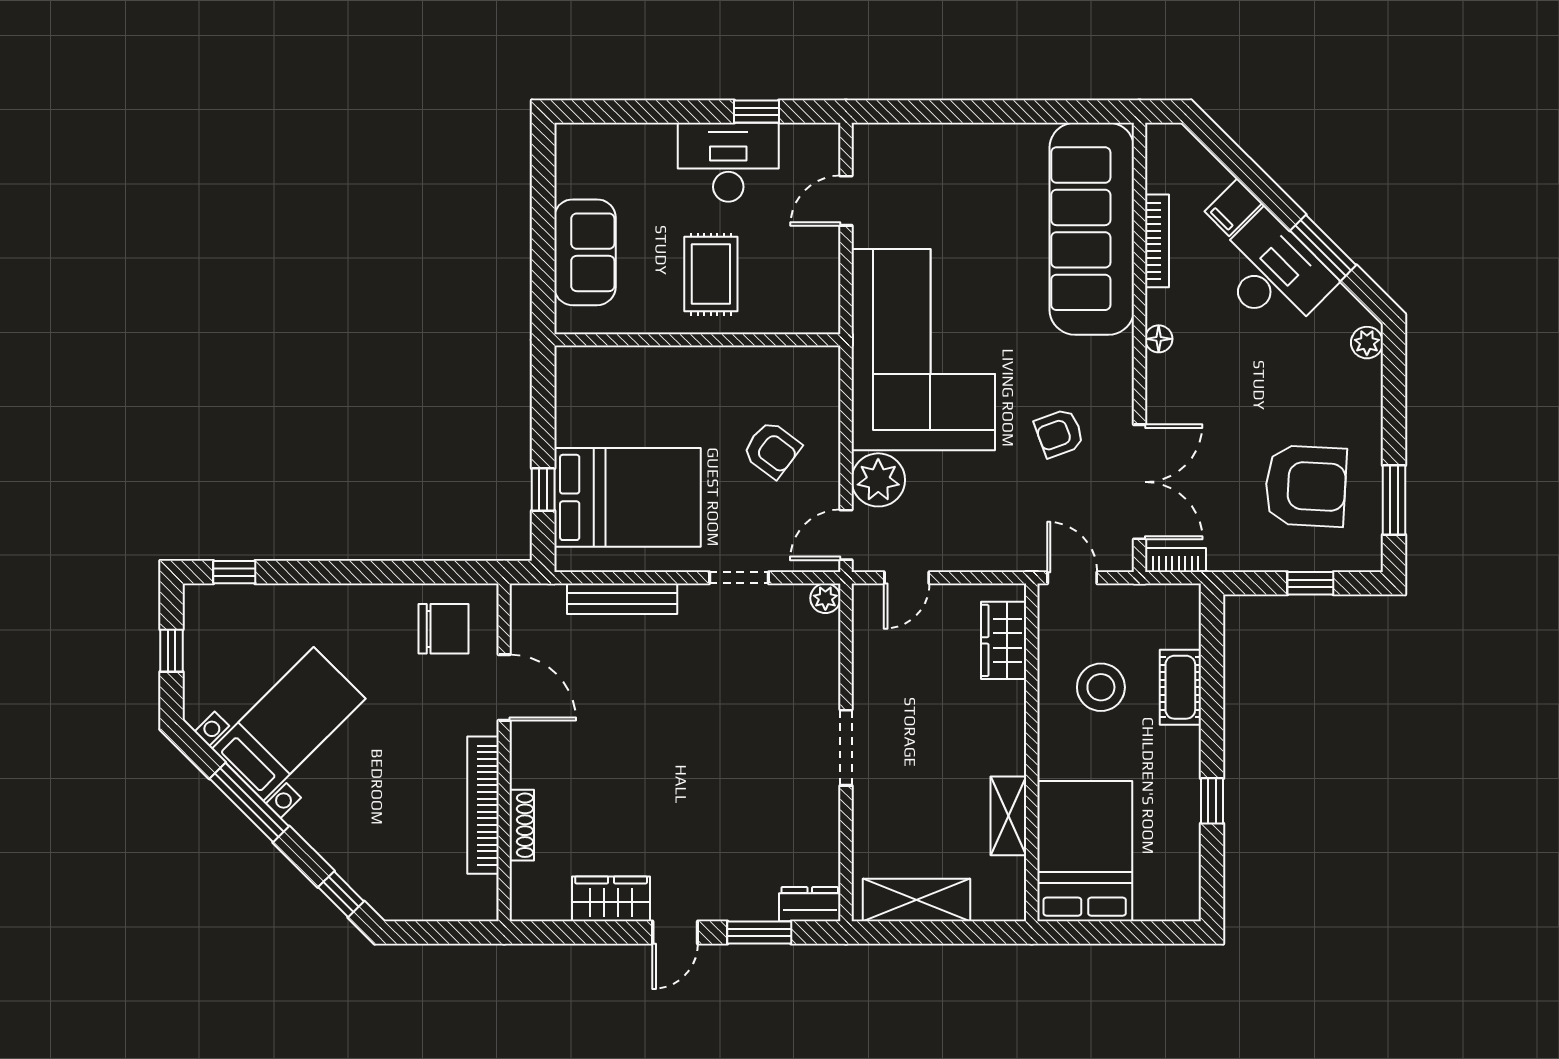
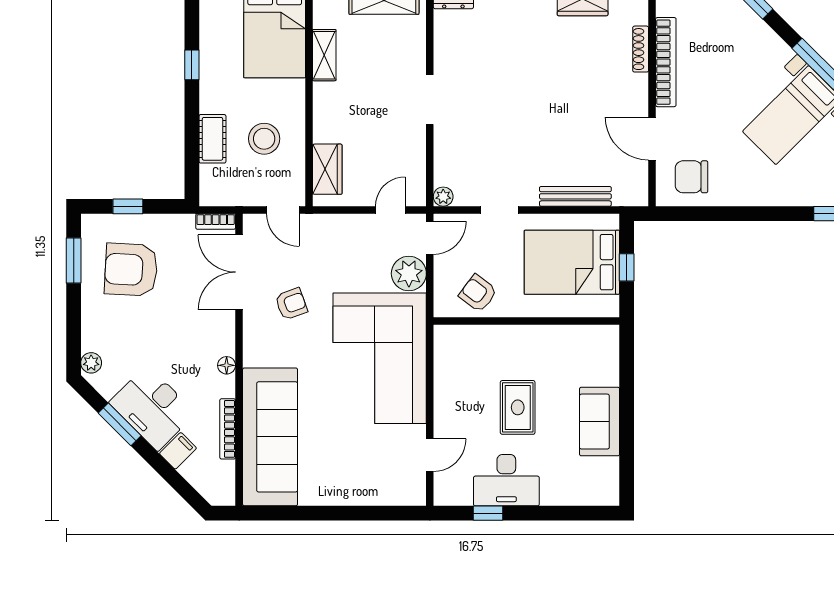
wall: (697, 340) -> (526, 321), moved

